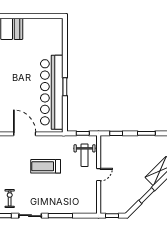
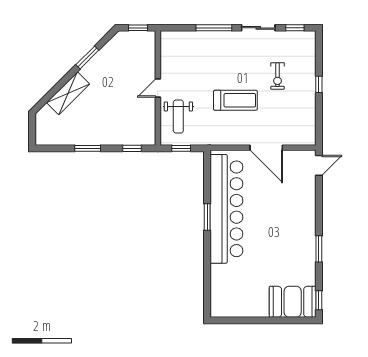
weight bench: (85, 155) -> (178, 117), turned 180
exercise bike: (10, 199) -> (277, 76), moved

